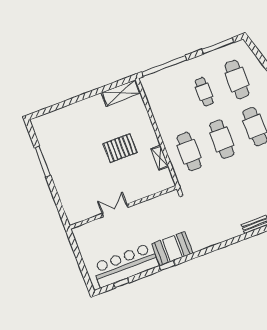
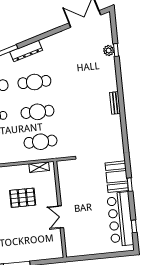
pallet: (120, 148) -> (23, 198), turned 90
wall: (123, 207) -> (60, 209), moved
double door: (115, 210) -> (61, 217), moved

